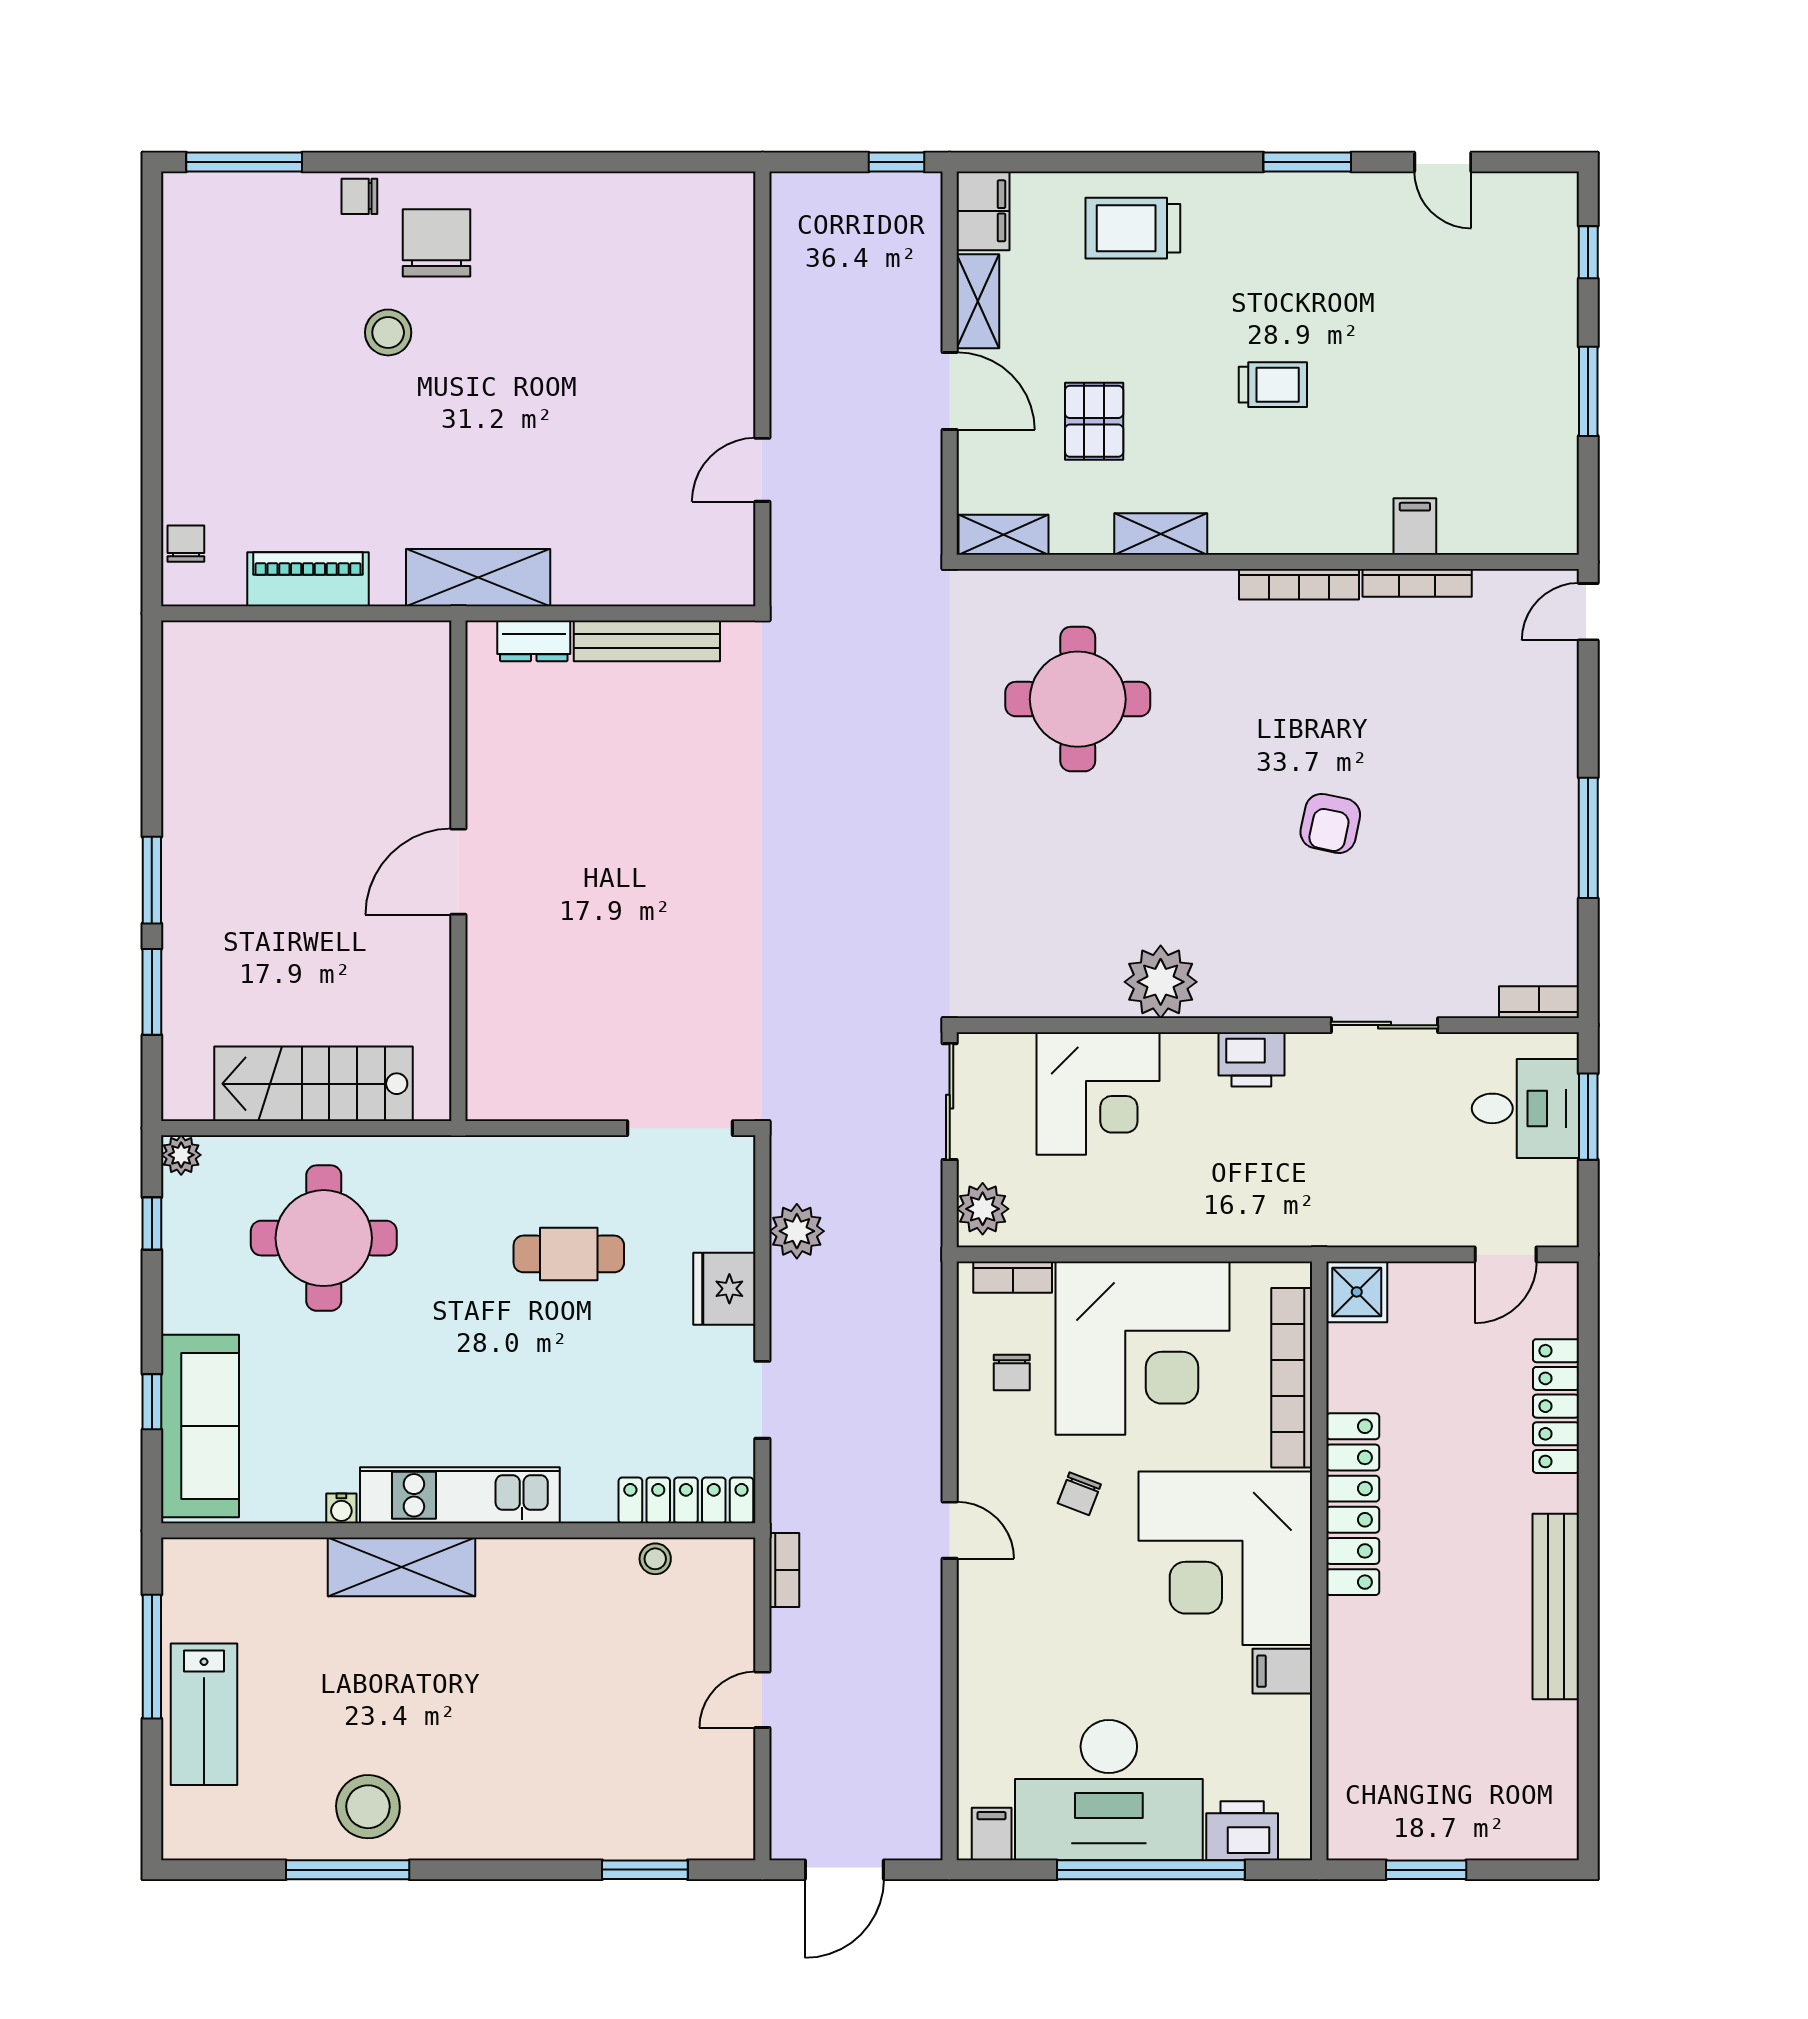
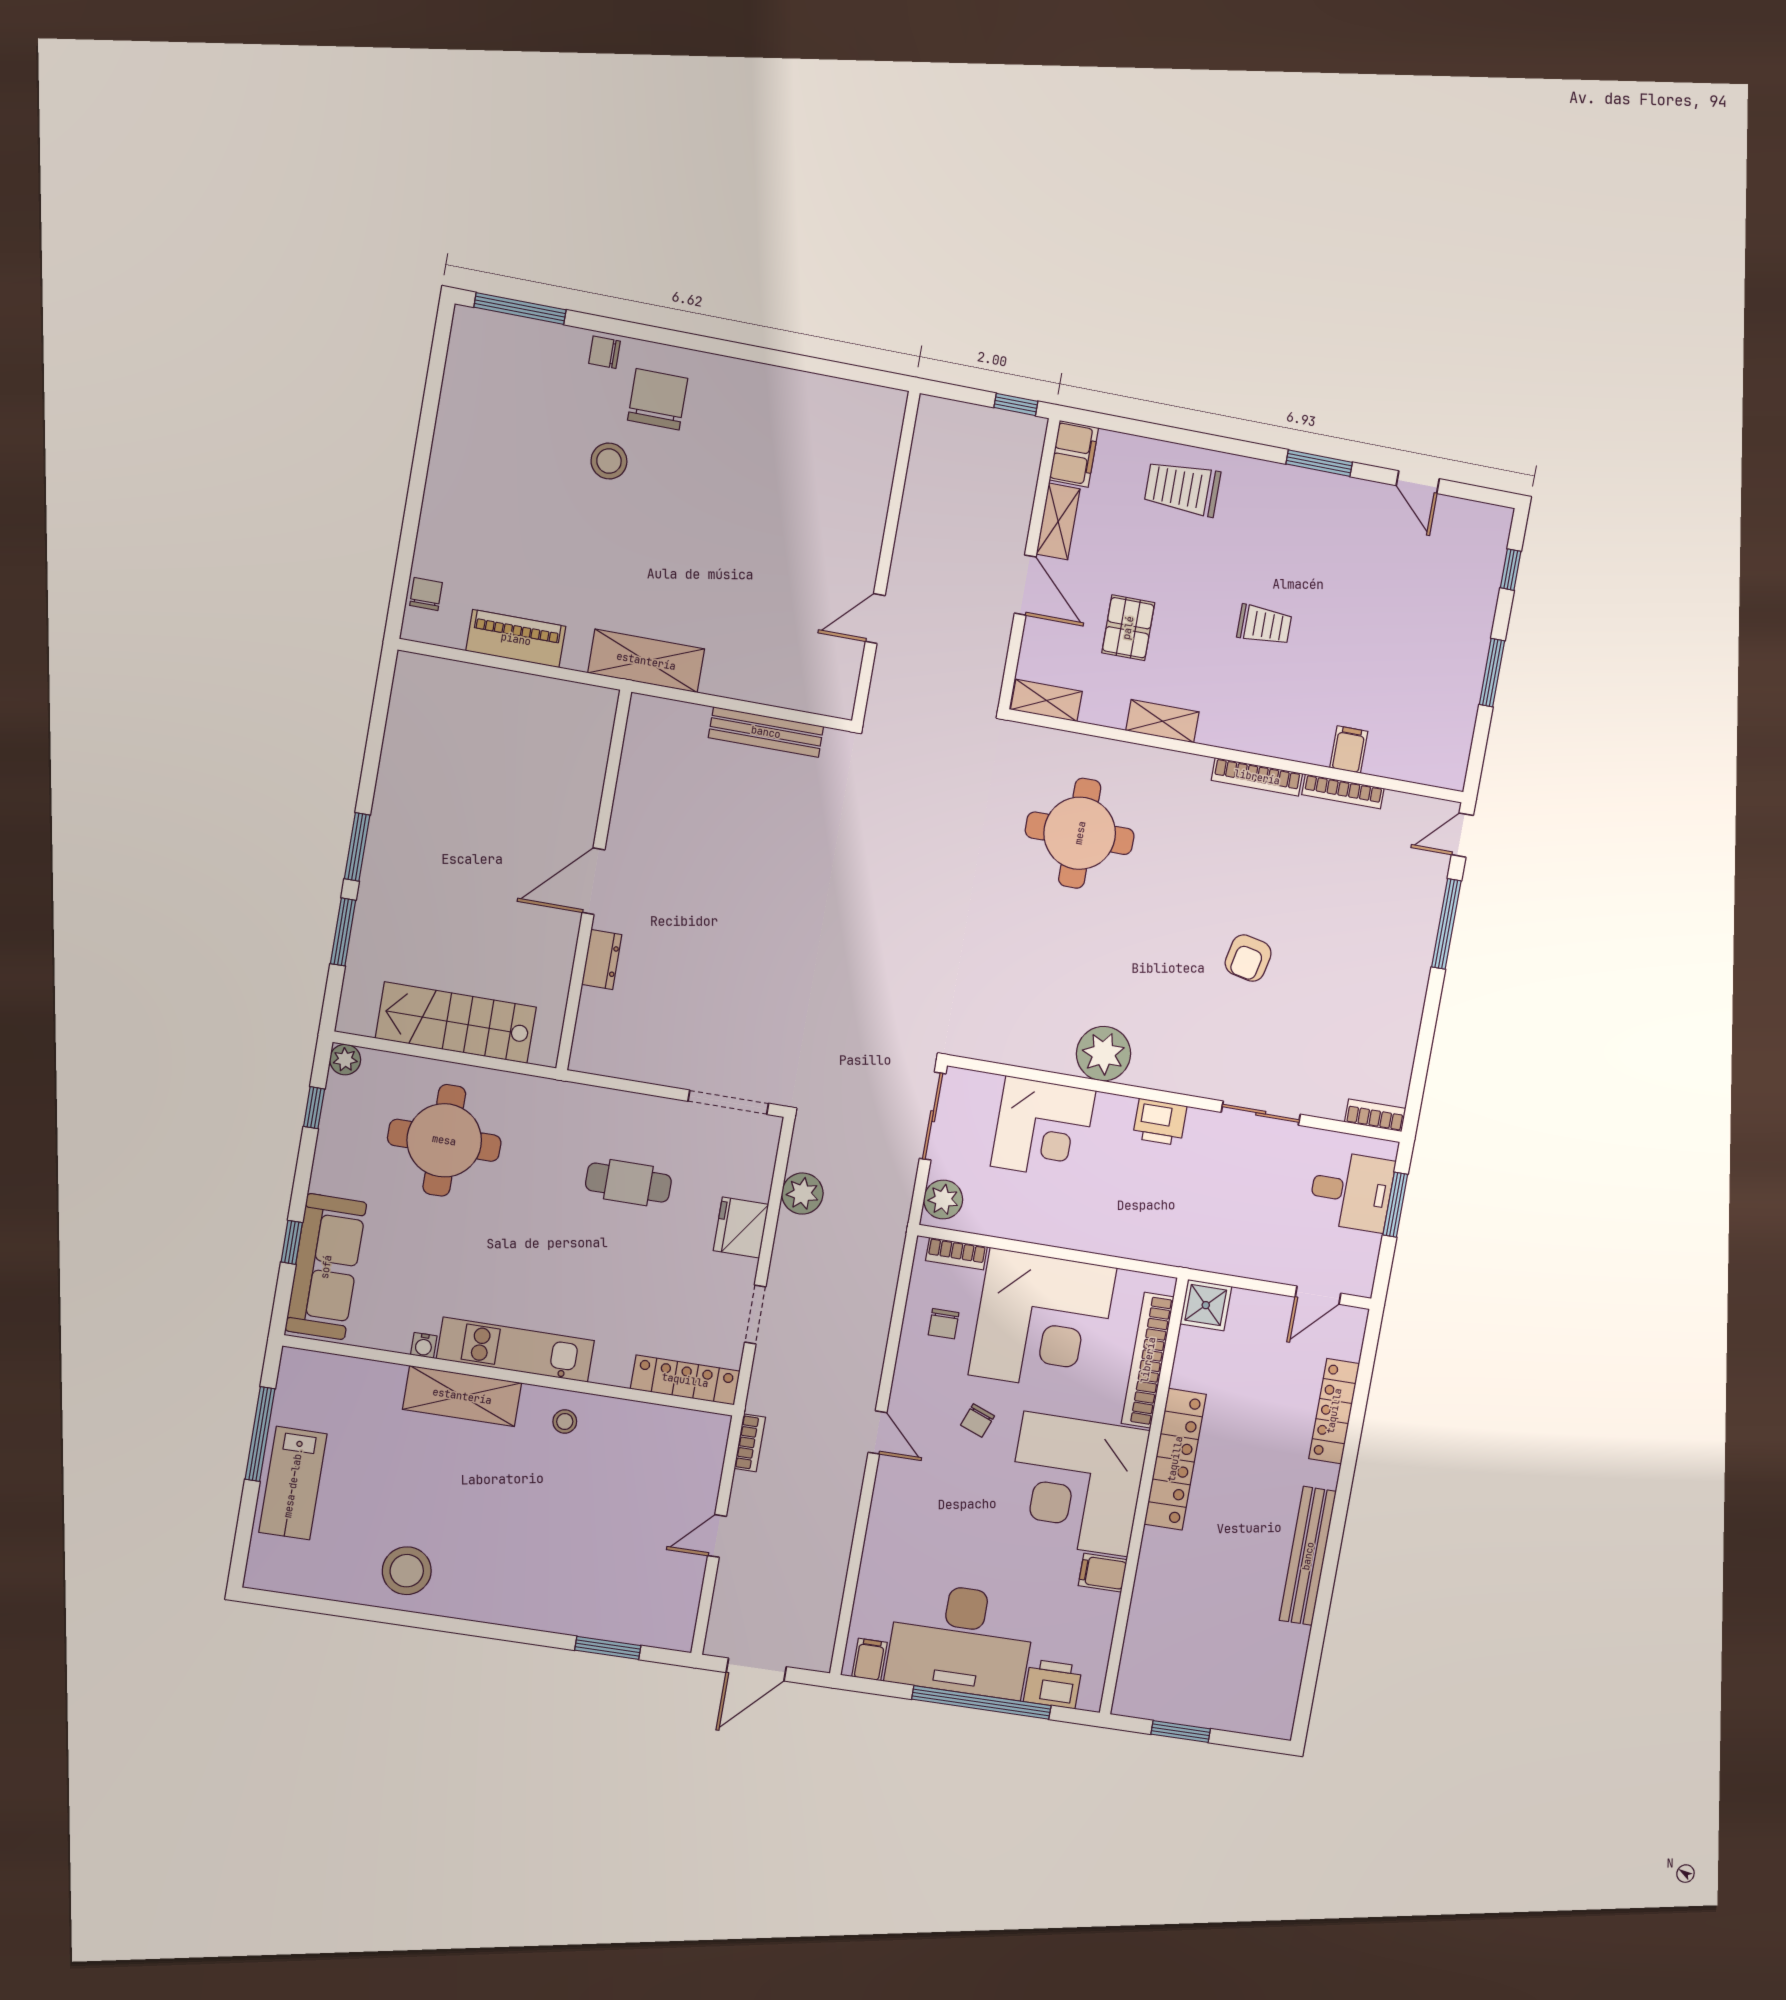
dresser: (534, 641) -> (602, 960), moved, turned -90
window: (1588, 838) -> (1446, 924), moved
stool: (655, 1559) -> (565, 1422), moved
window: (348, 1870) -> (383, 1615), removed

